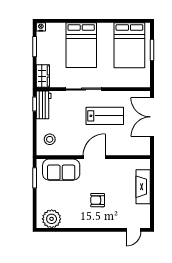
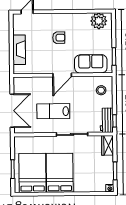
bed: (81, 45) -> (60, 173), moved

